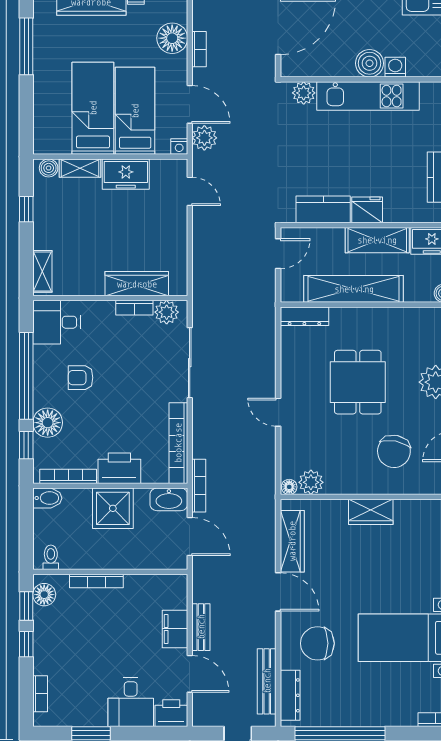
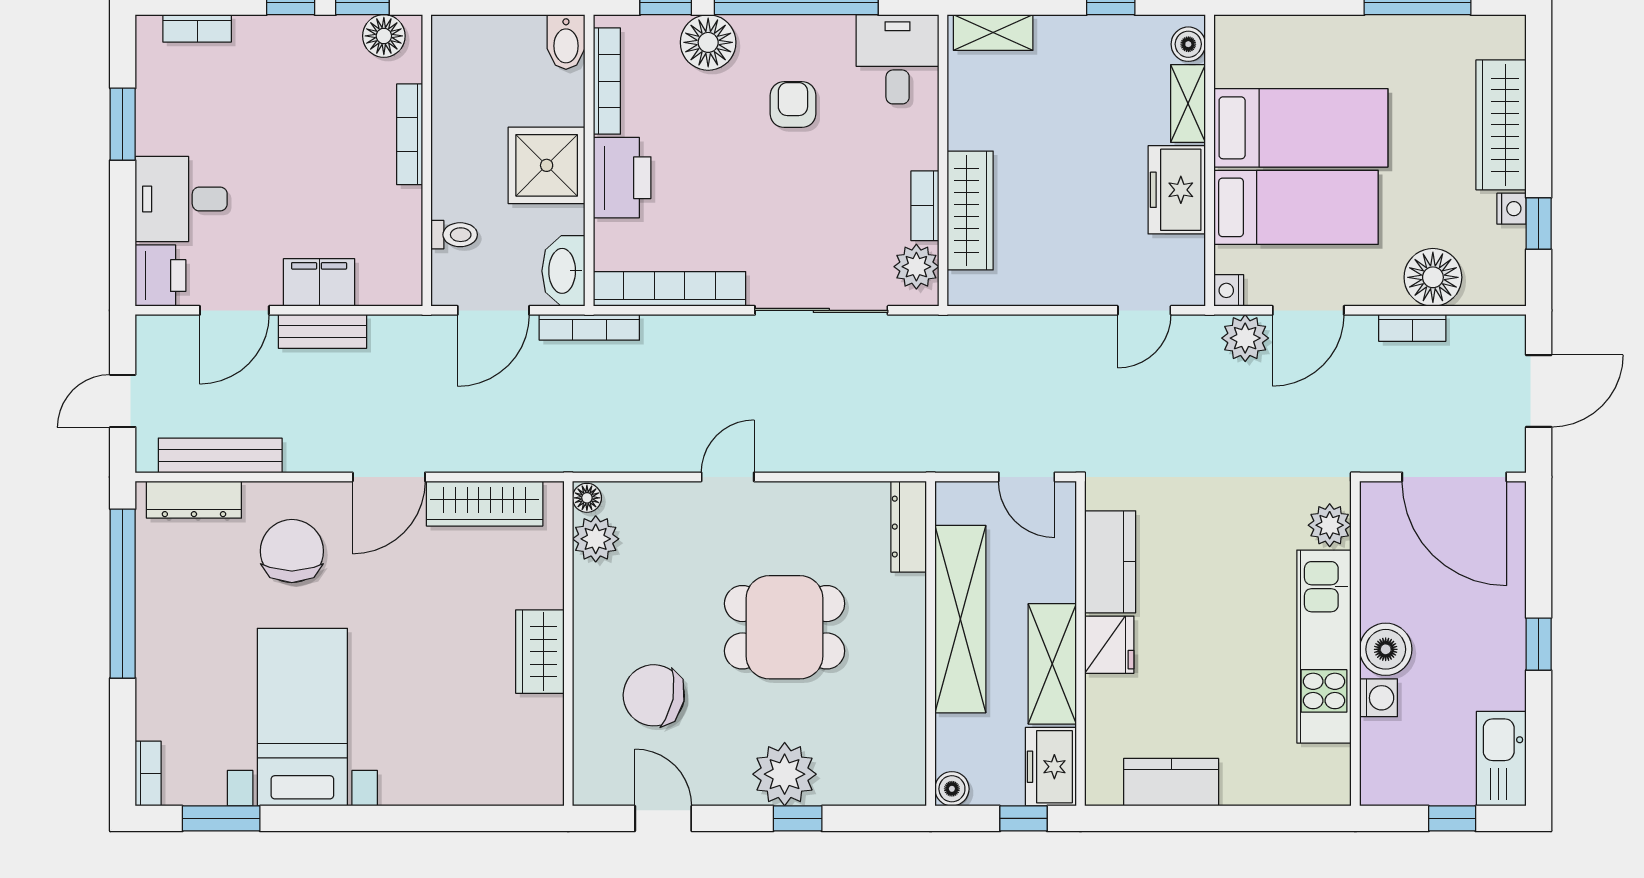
toilet: (51, 557) -> (454, 235), moved

